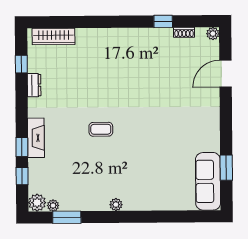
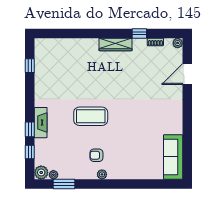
wardrobe: (53, 36) -> (115, 44), moved
dresser: (34, 85) -> (40, 82), removed
coffee table: (101, 129) -> (91, 116), width x1.86, depth x1.72
window: (226, 168) -> (187, 147), removed
armchair: (109, 180) -> (96, 155), added

